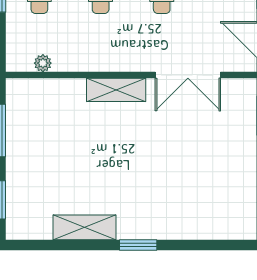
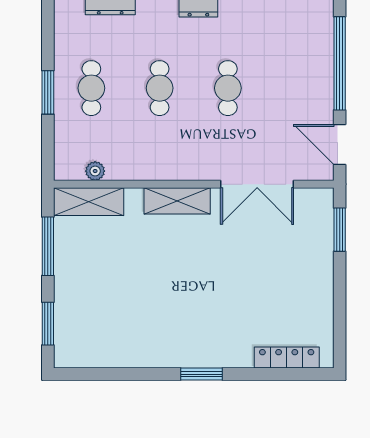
shelving: (85, 227) -> (89, 202), moved
locker: (214, 230) -> (287, 358), added

